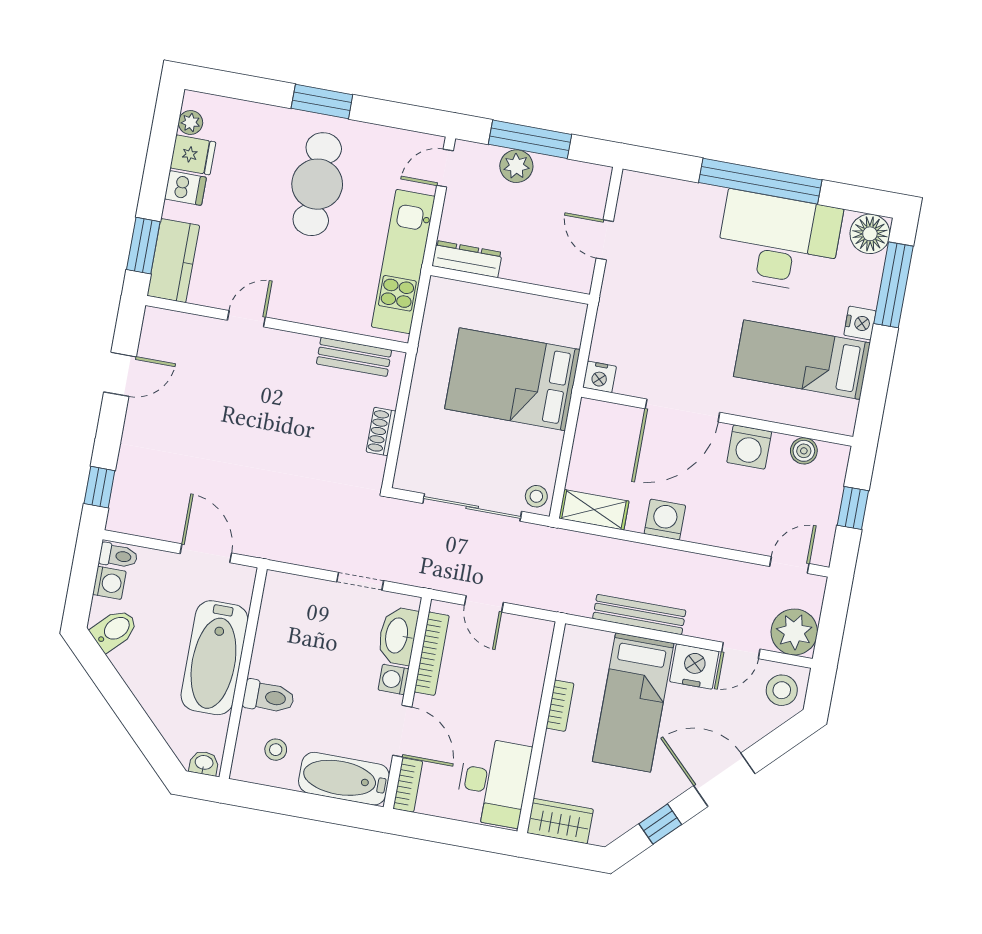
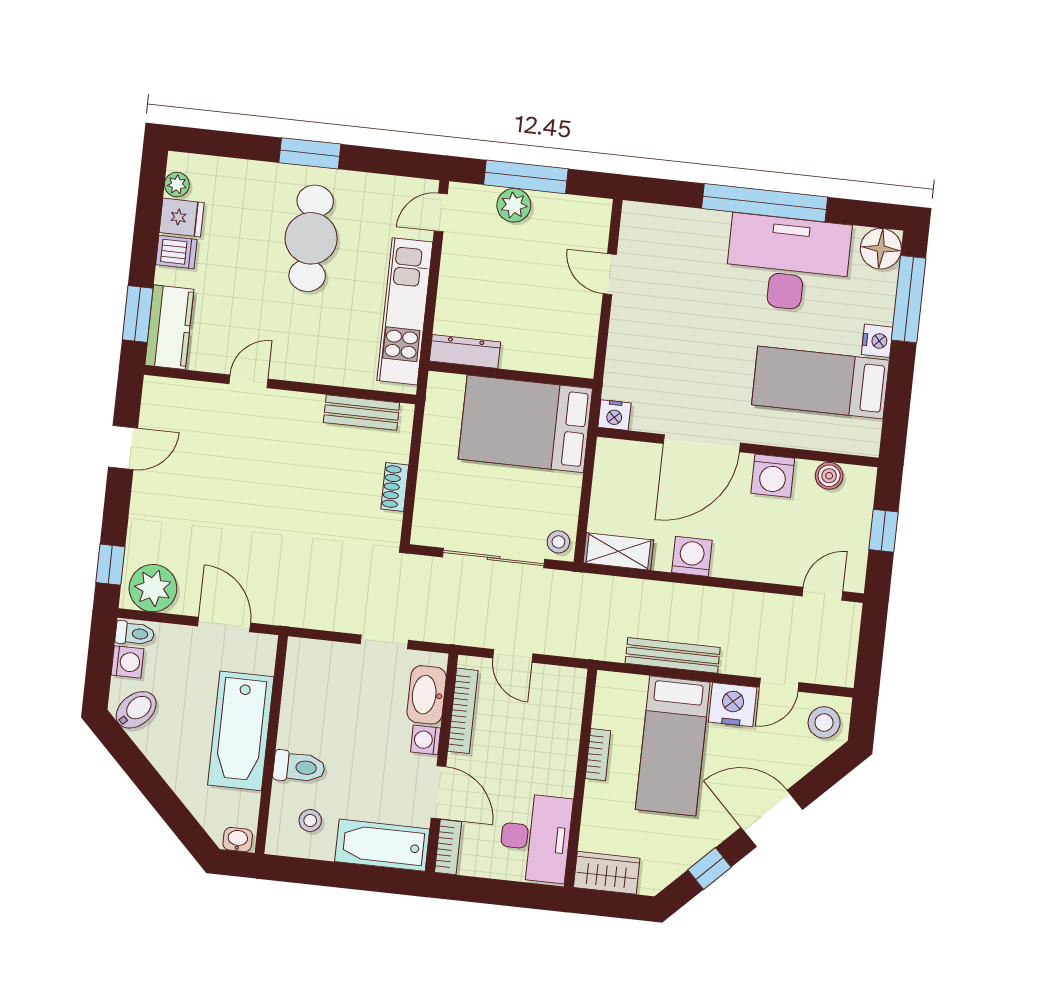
dresser: (467, 259) -> (465, 351), moved
wall: (510, 285) -> (511, 375), moved
plant: (794, 632) -> (153, 588), moved

